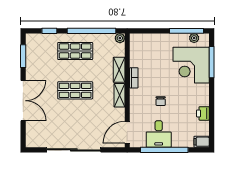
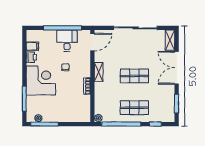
corner desk: (191, 65) -> (41, 80), moved
shelving: (119, 70) -> (170, 40), moved
filing cabinet: (202, 142) -> (32, 46), moved

